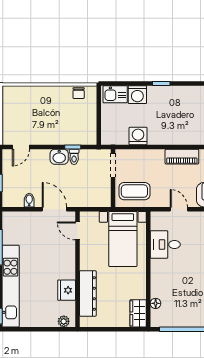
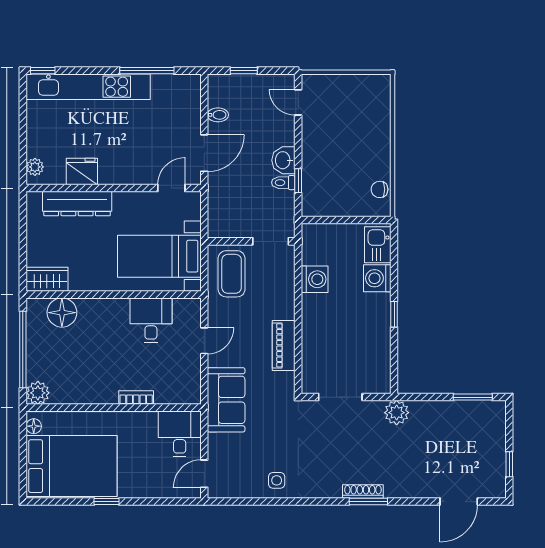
floor lamp: (156, 303) -> (62, 313), width x1.89, depth x1.89

